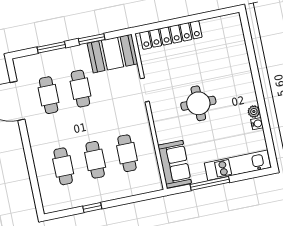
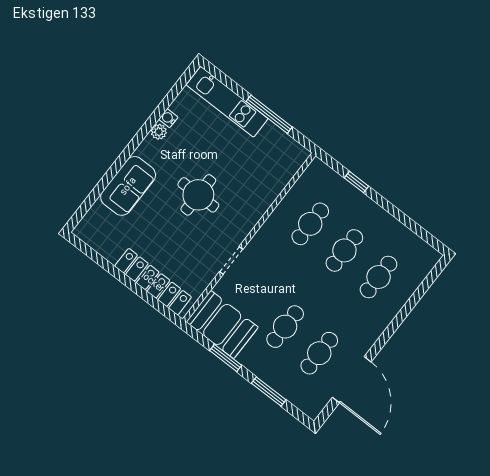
sofa: (175, 164) -> (128, 186), moved, turned 180
window: (92, 208) -> (356, 182), moved

